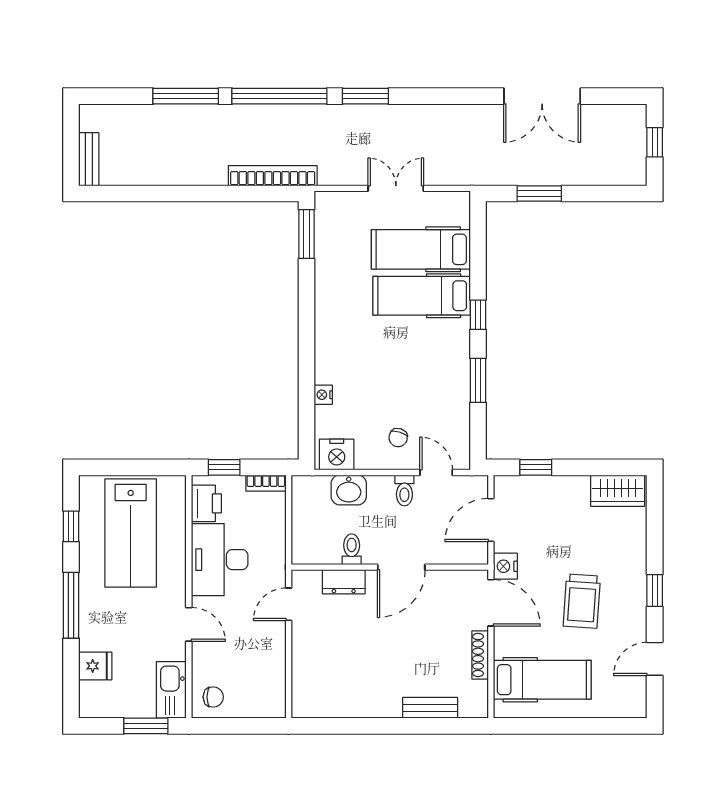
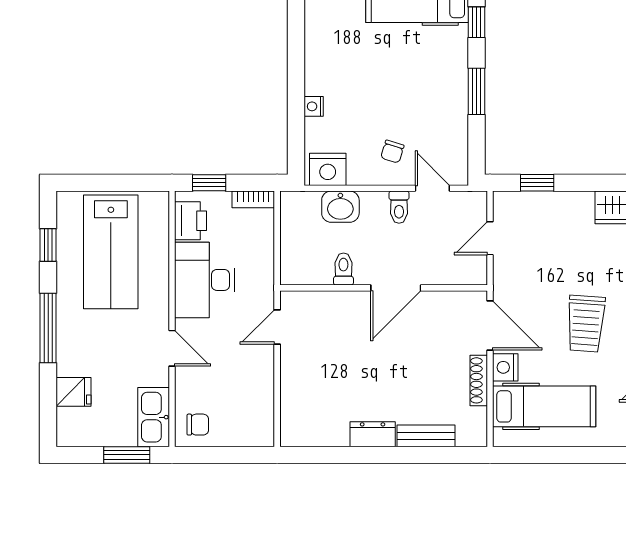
door: (491, 520) -> (490, 238), width x0.73
nightstand: (505, 566) -> (505, 367), moved
dresser: (344, 582) -> (373, 434), moved, turned 180

